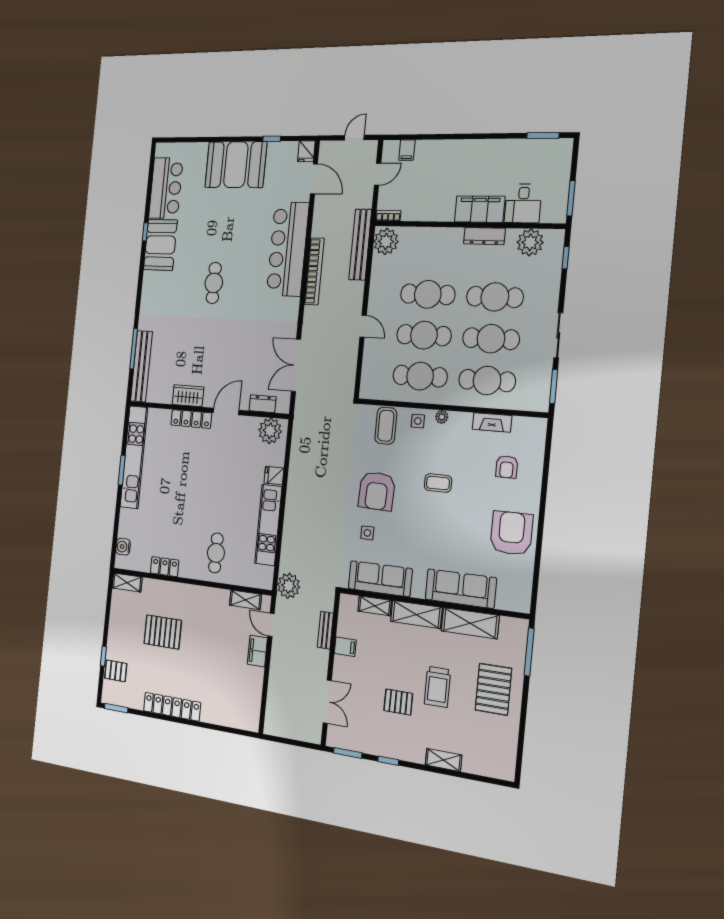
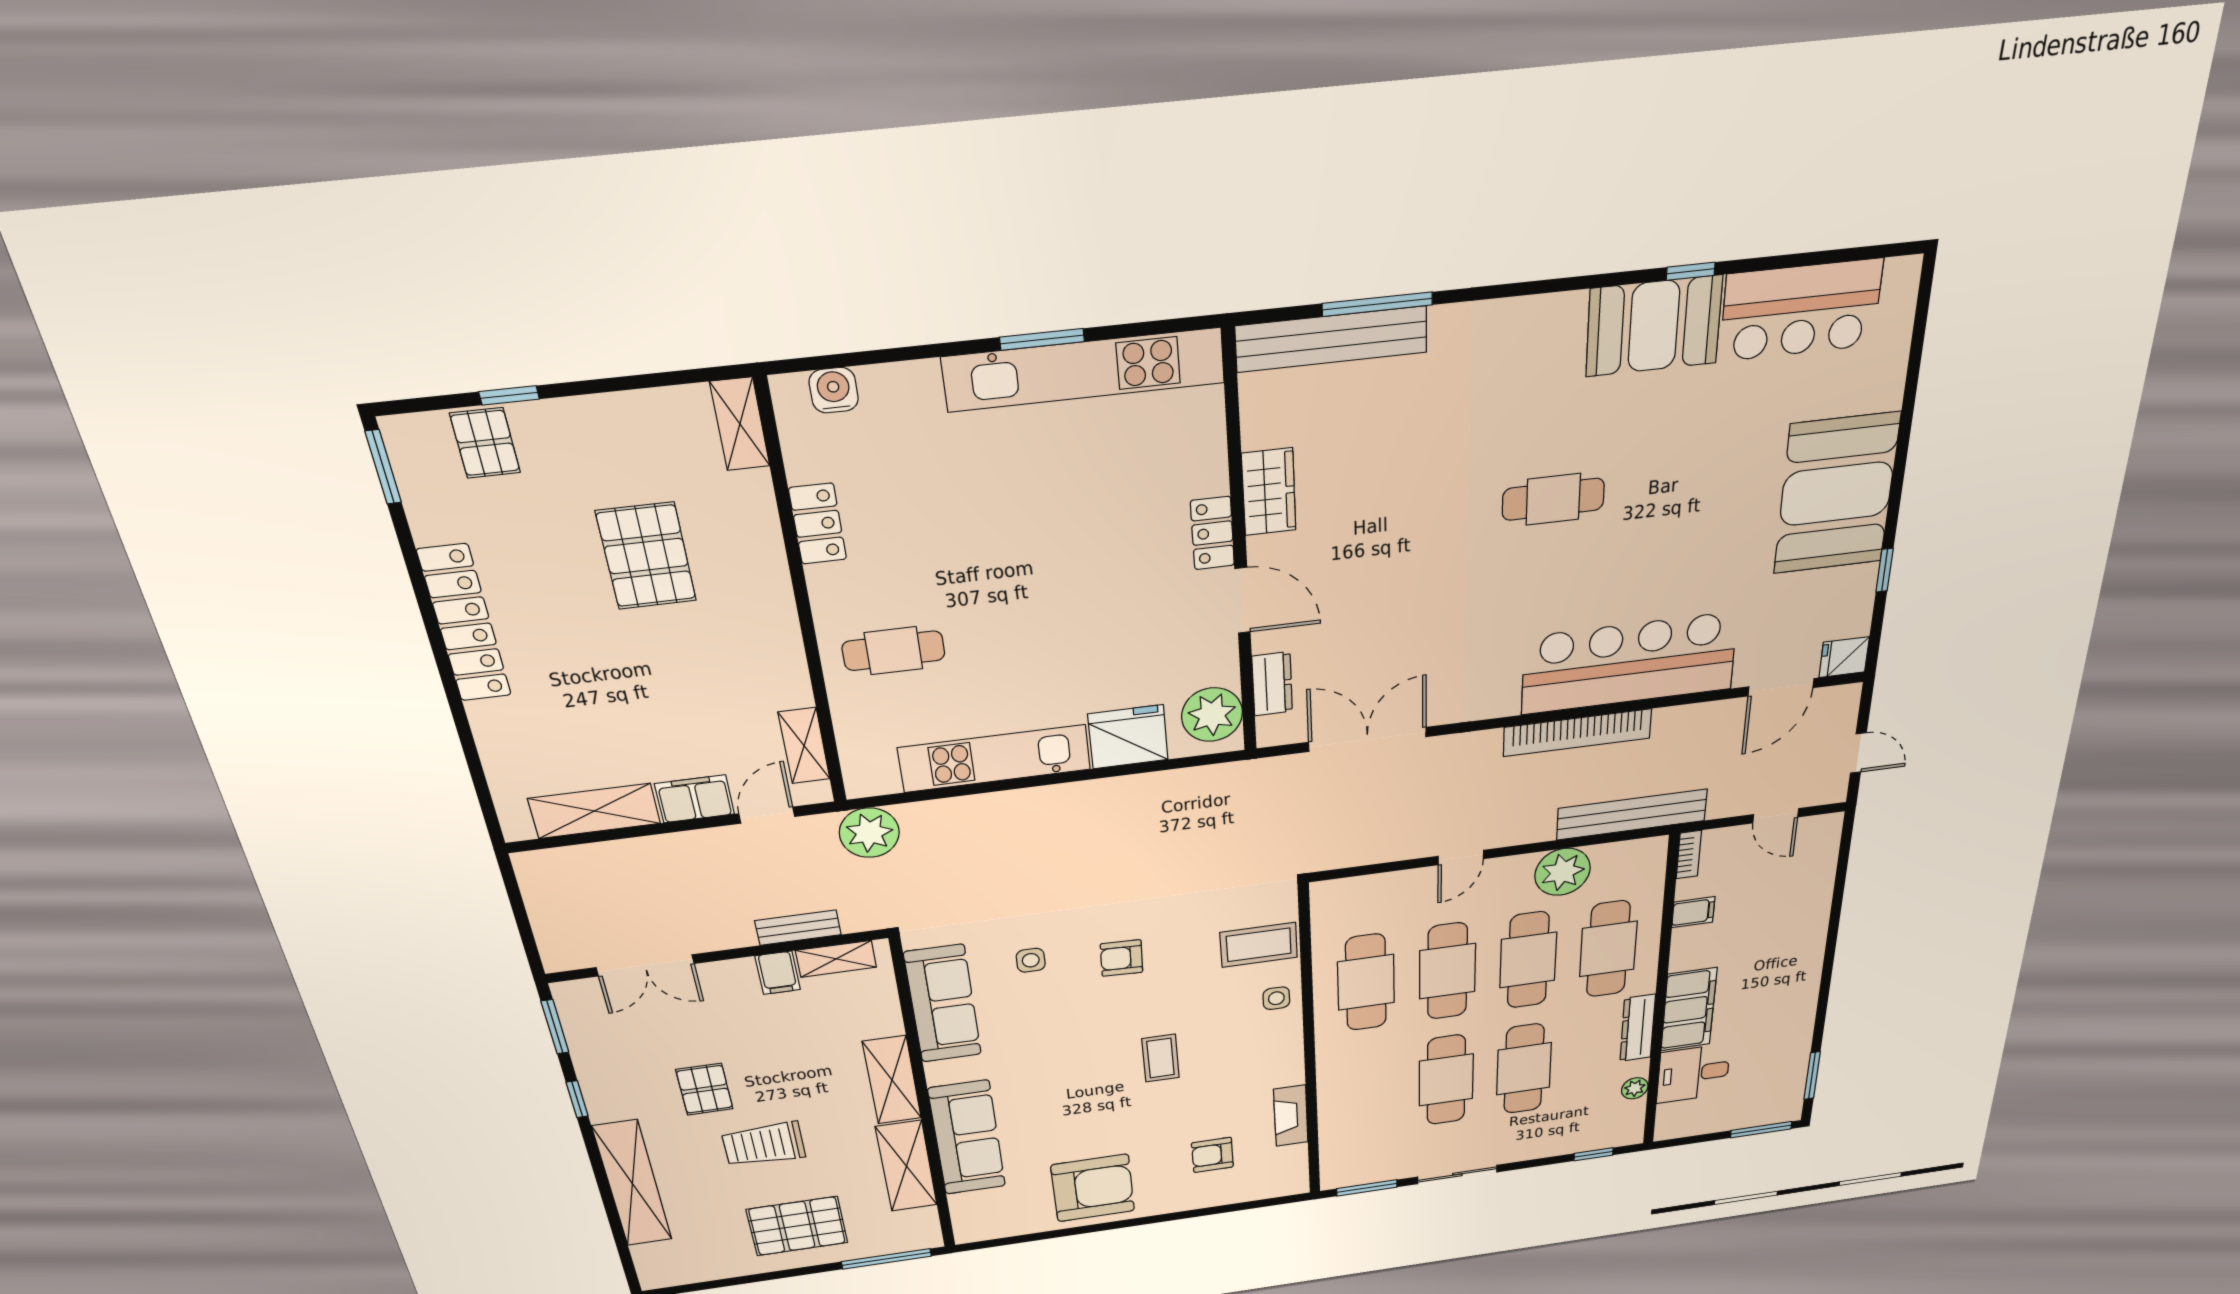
filing cabinet: (407, 150) -> (1693, 912), moved, turned 180
window: (571, 198) -> (1761, 1130), moved
plant: (386, 242) -> (1563, 872), moved
plant: (530, 242) -> (1635, 1088), width x0.53, depth x0.53
cafe table: (487, 381) -> (1608, 949), moved
plant: (442, 417) -> (1290, 1036), removed
locker: (191, 419) -> (1212, 533), width x0.66
fridge: (274, 475) -> (1128, 737), width x1.88, depth x1.34
armchair: (377, 491) -> (1122, 958), width x0.53, depth x0.53
shelving: (375, 606) -> (836, 959), moved, turned 90
shelving: (253, 692) -> (594, 811), added
shelving: (443, 760) -> (632, 1184), width x2.20, depth x1.33

